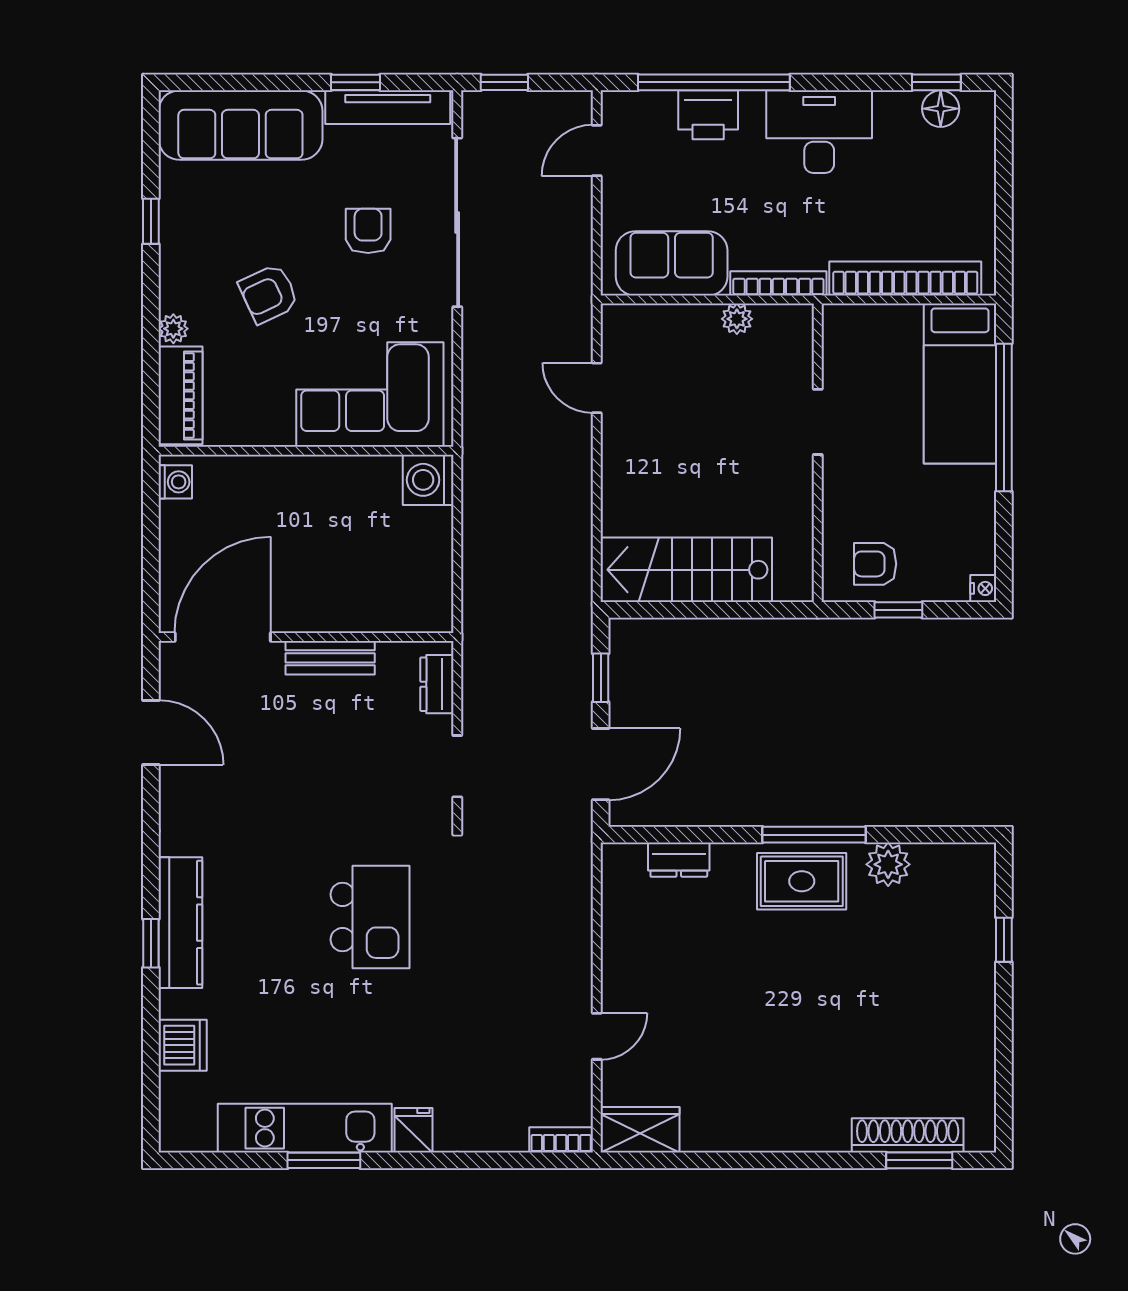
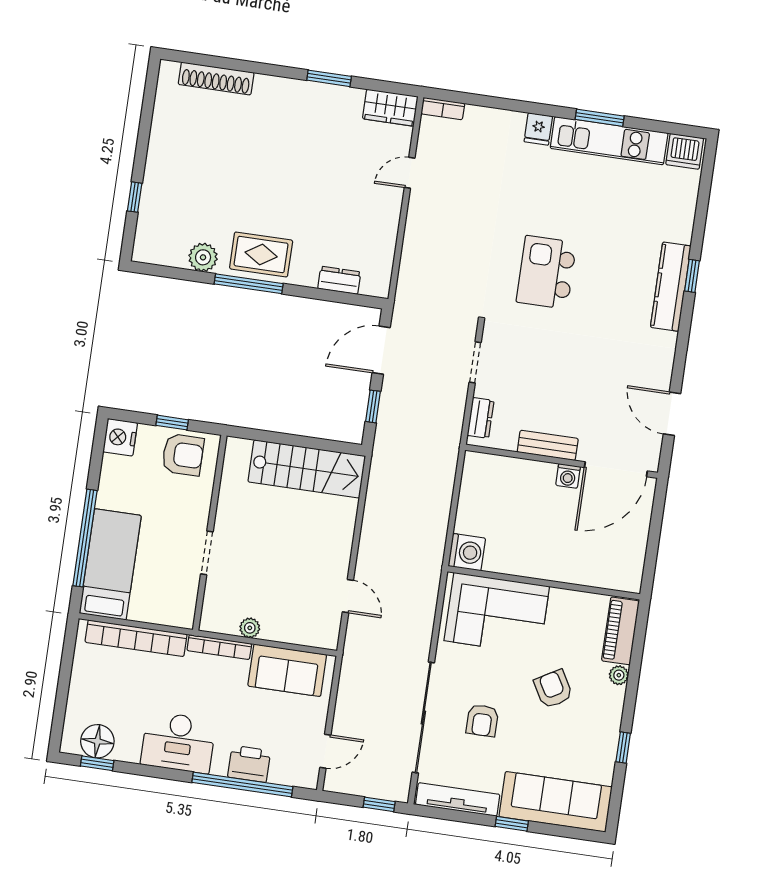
window: (356, 82) -> (512, 824), moved
floor lamp: (941, 109) -> (97, 741), width x1.38, depth x1.38
armchair: (269, 294) -> (553, 689), turned -95
washing machine: (175, 482) -> (568, 476), moved, turned -90
armchair: (875, 564) -> (183, 455), width x1.38, depth x1.38
nightstand: (983, 588) -> (120, 437), width x1.89, depth x1.79
dishwasher: (183, 1045) -> (685, 151), moved, turned -90
window: (919, 1160) -> (329, 78), moved

